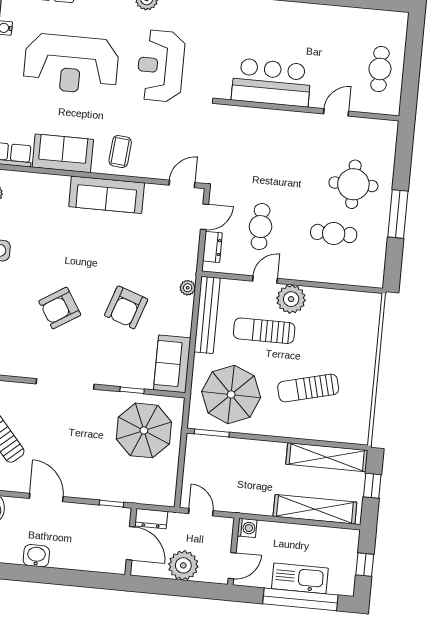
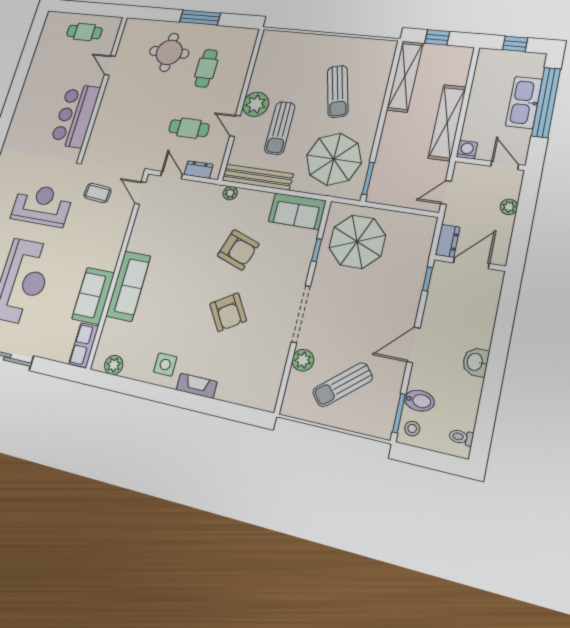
reception desk: (161, 66) -> (42, 205), turned 180
coffee table: (120, 152) -> (98, 193), moved
sofa: (107, 195) -> (128, 286), moved
plant: (20, 393) -> (303, 360), added
shelving: (315, 509) -> (447, 122), moved
plant: (183, 565) -> (509, 207), width x0.53, depth x0.53

